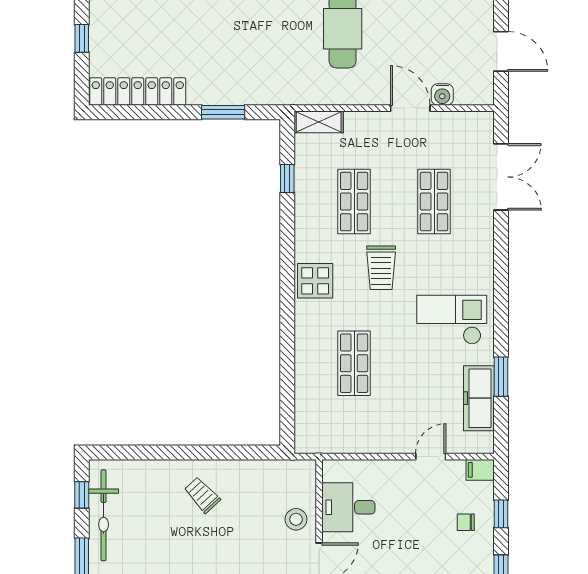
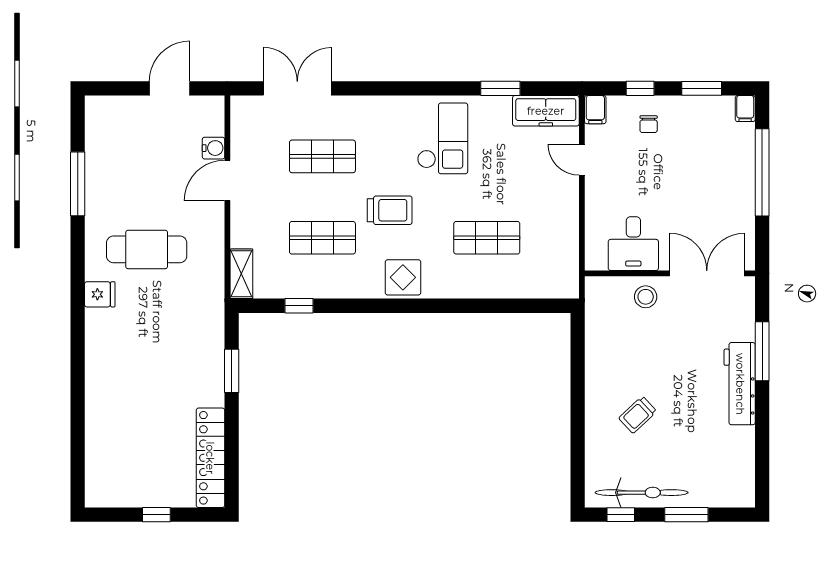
checkout: (452, 320) -> (443, 138), turned 180
freezer: (479, 398) -> (546, 111), moved
trolley: (202, 495) -> (638, 415), moved

